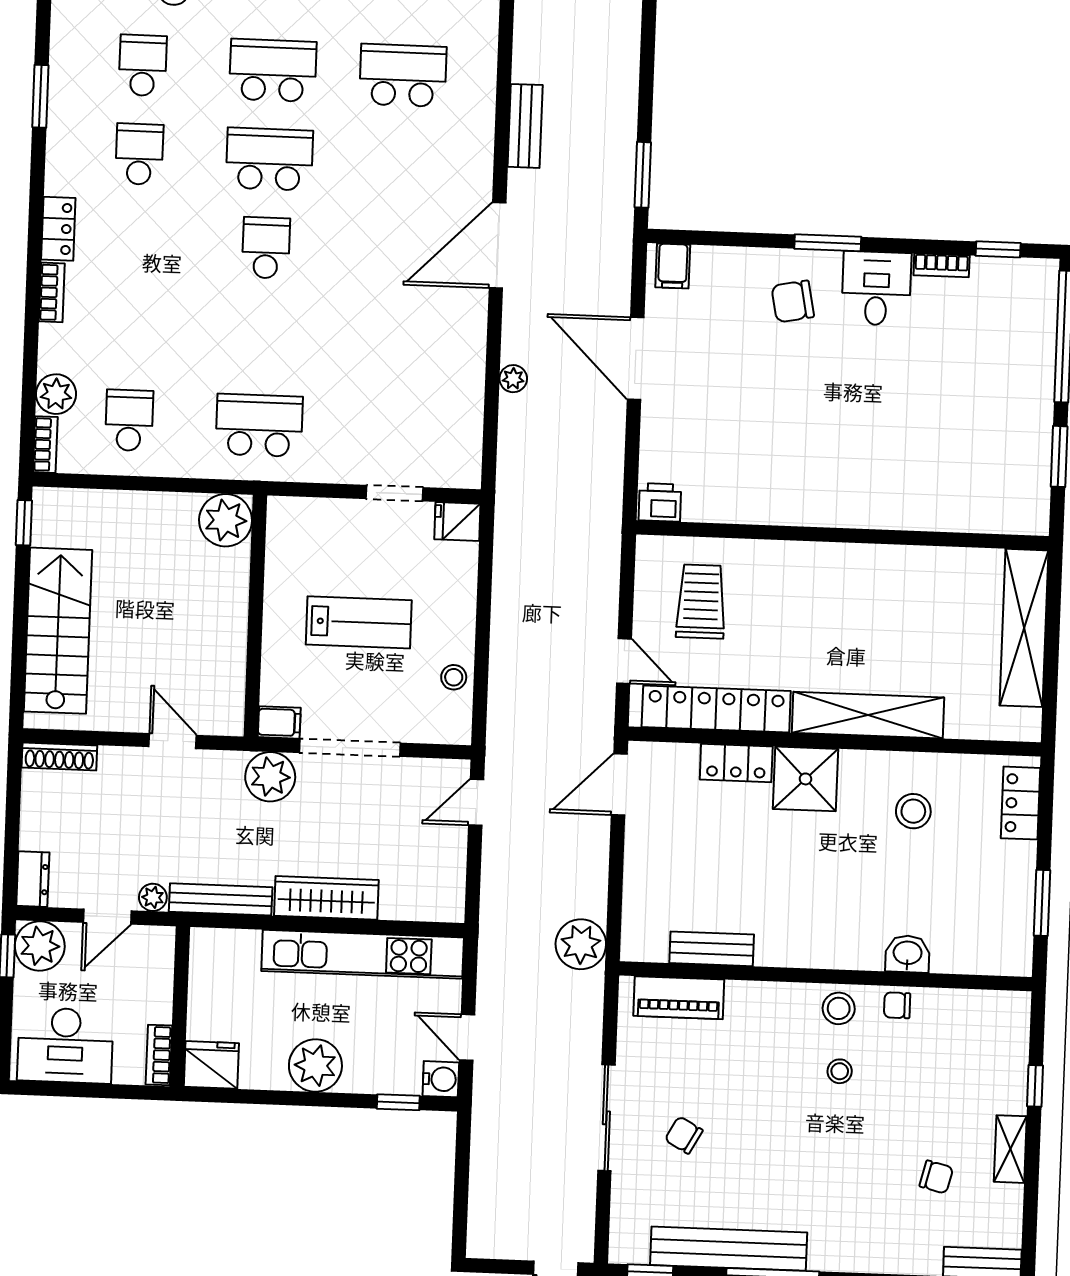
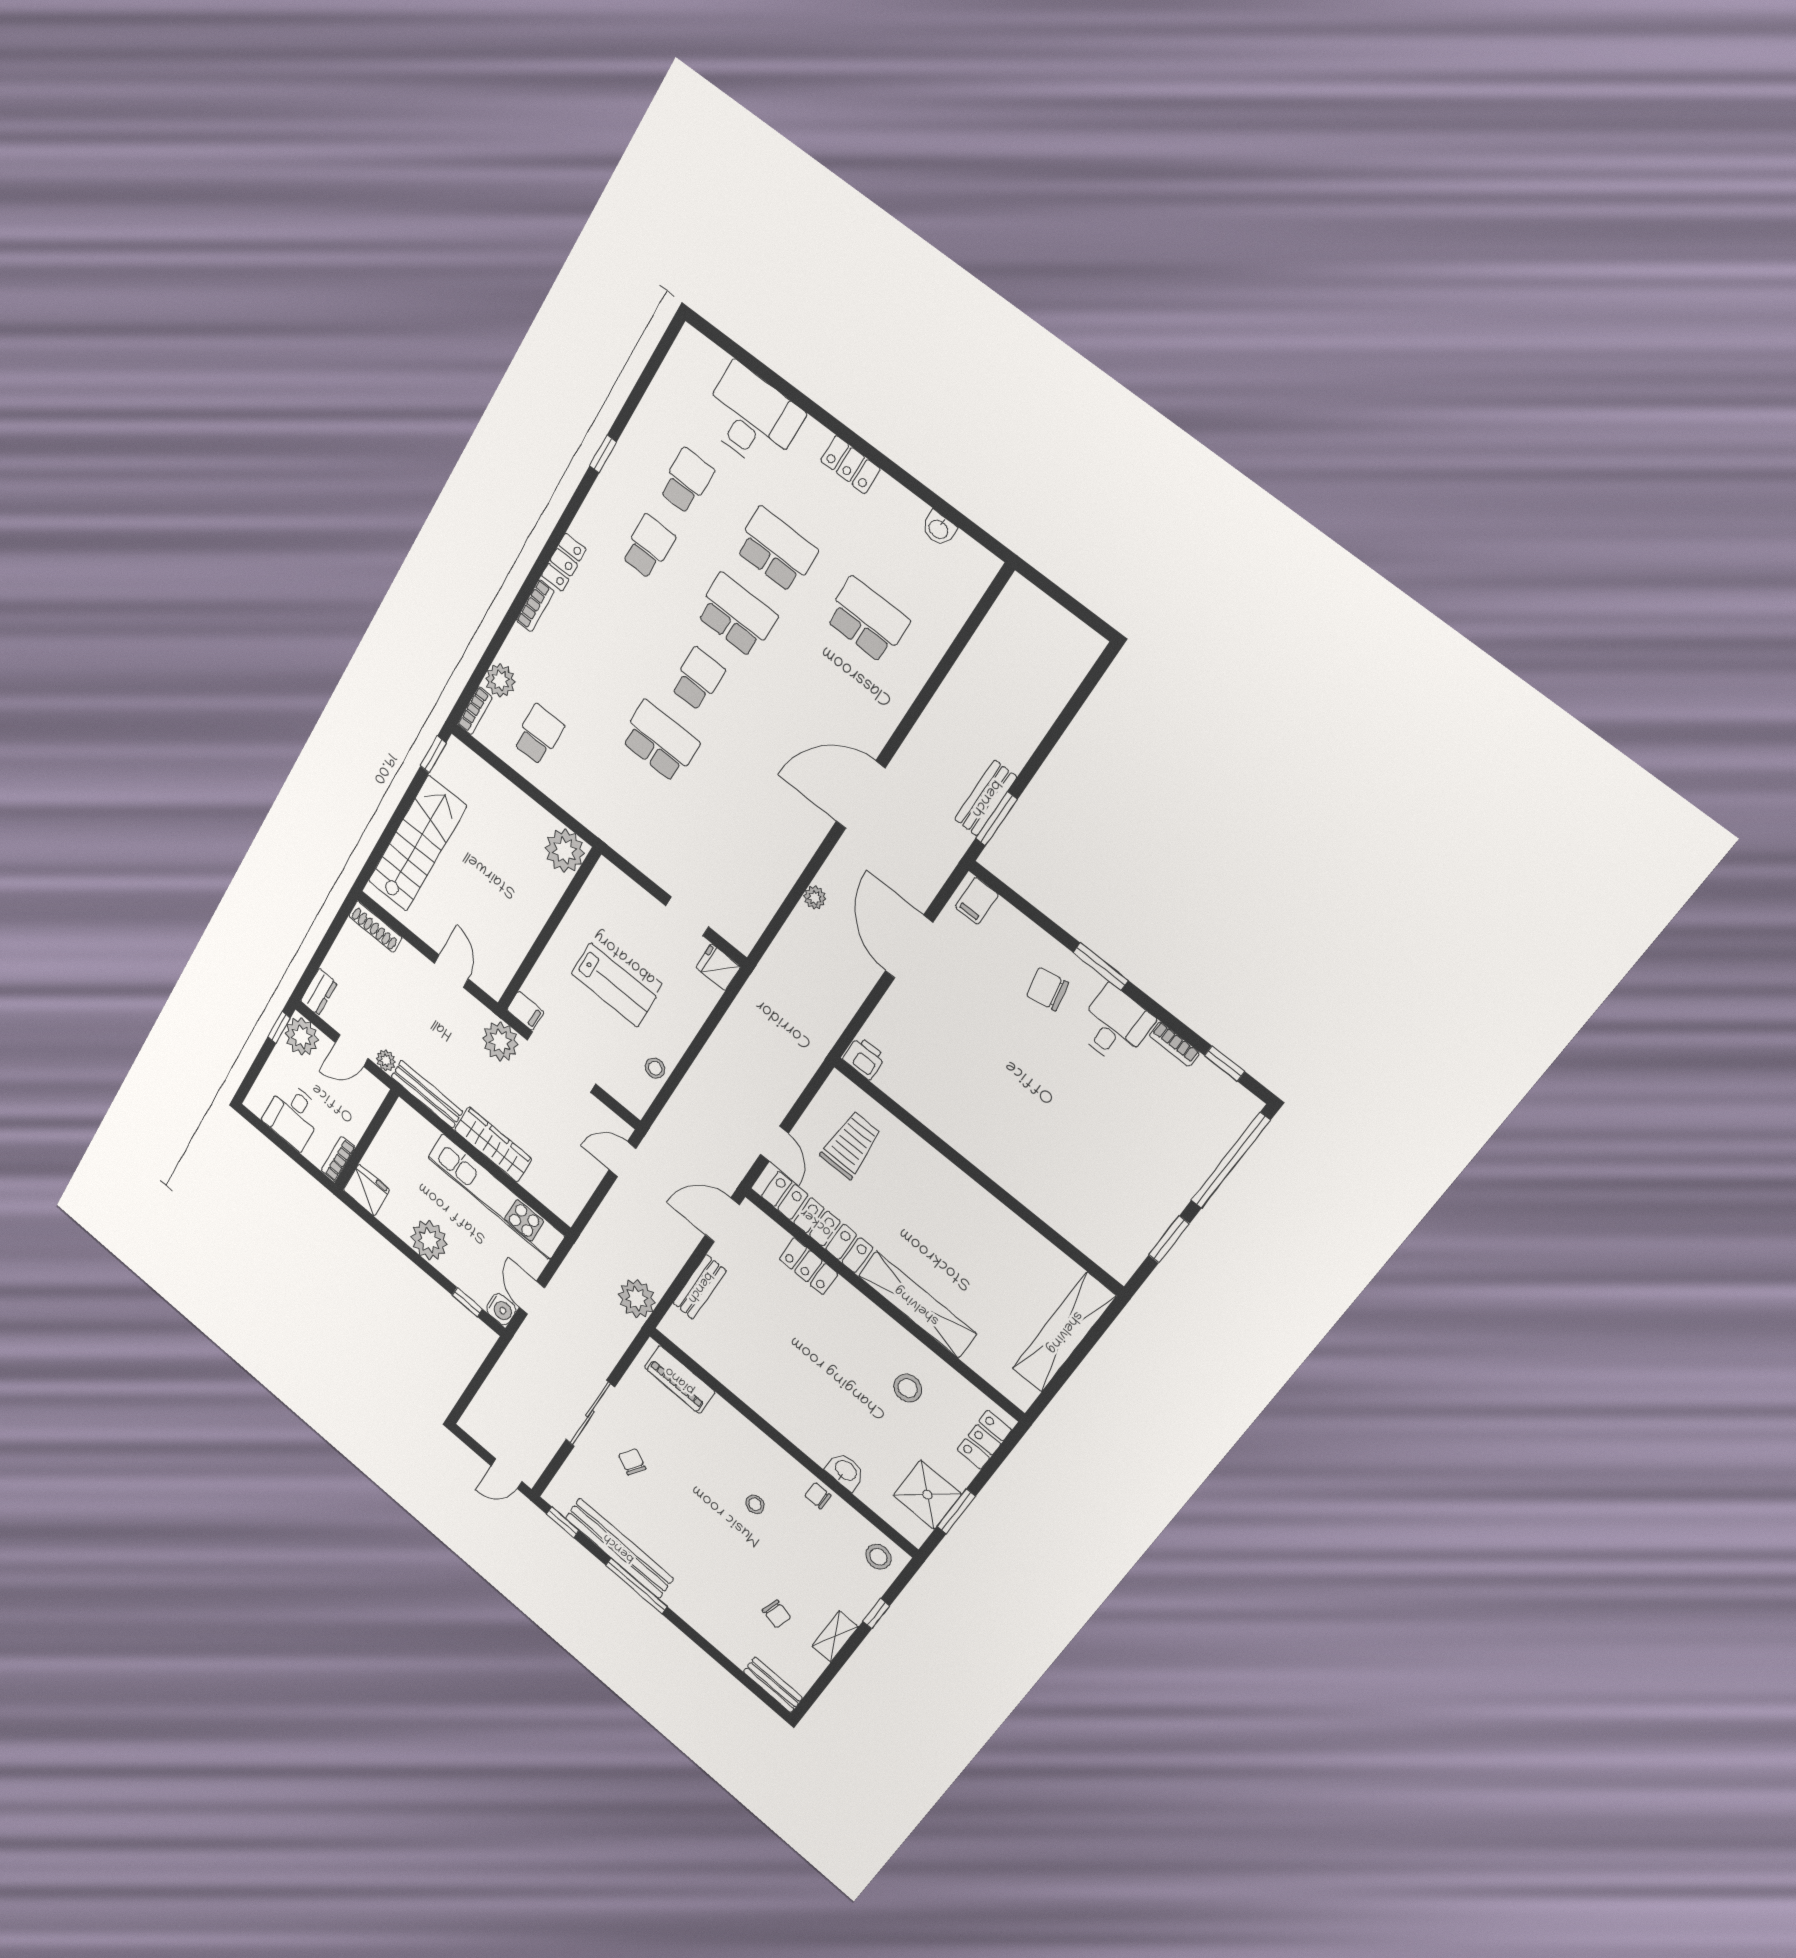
window: (40, 96) -> (603, 454), width x0.67
bench: (525, 126) -> (986, 798), moved
school desk: (259, 425) -> (660, 741), moved
shower: (805, 779) -> (927, 1495), moved
bench: (712, 949) -> (700, 1287), moved, turned 90
stool: (839, 1008) -> (878, 1557), moved
desk: (65, 1045) -> (293, 1115), width x0.73

